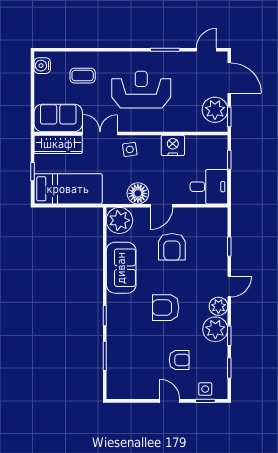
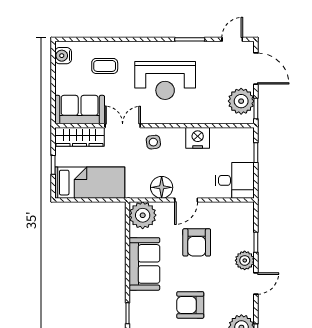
reception desk: (141, 90) -> (165, 80), turned 180
plant: (218, 306) -> (245, 260), moved

